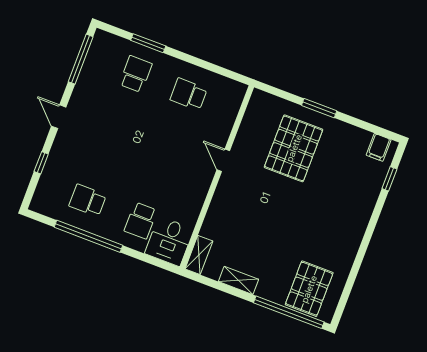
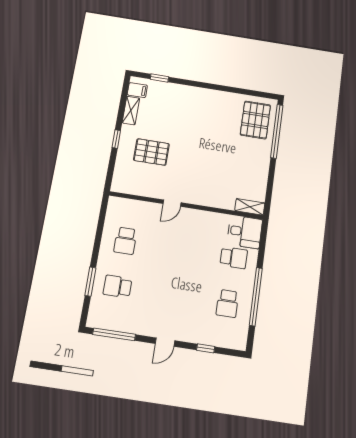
window: (319, 108) -> (116, 139), width x0.67
pallet: (294, 148) -> (151, 152), width x0.73, depth x0.71
shelving: (238, 280) -> (131, 111), moved
pallet: (309, 289) -> (255, 120), turned 90

